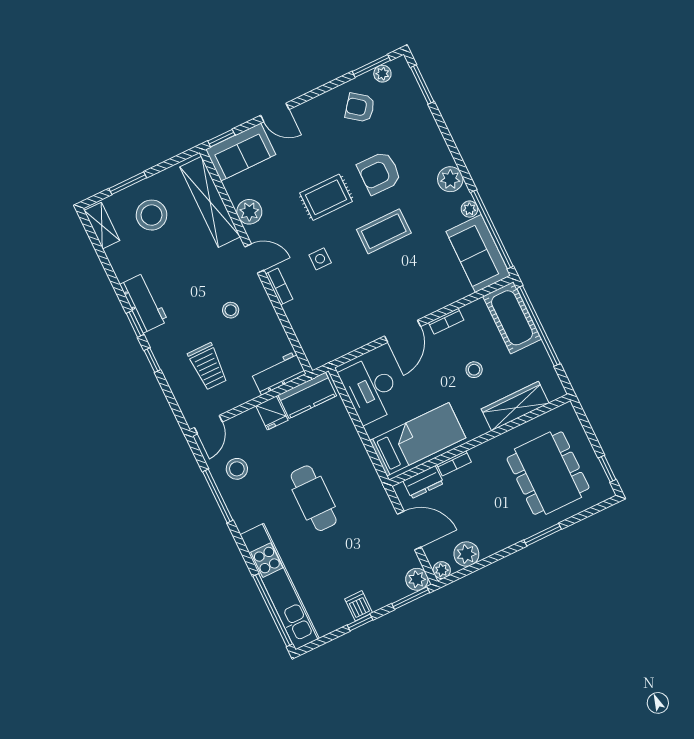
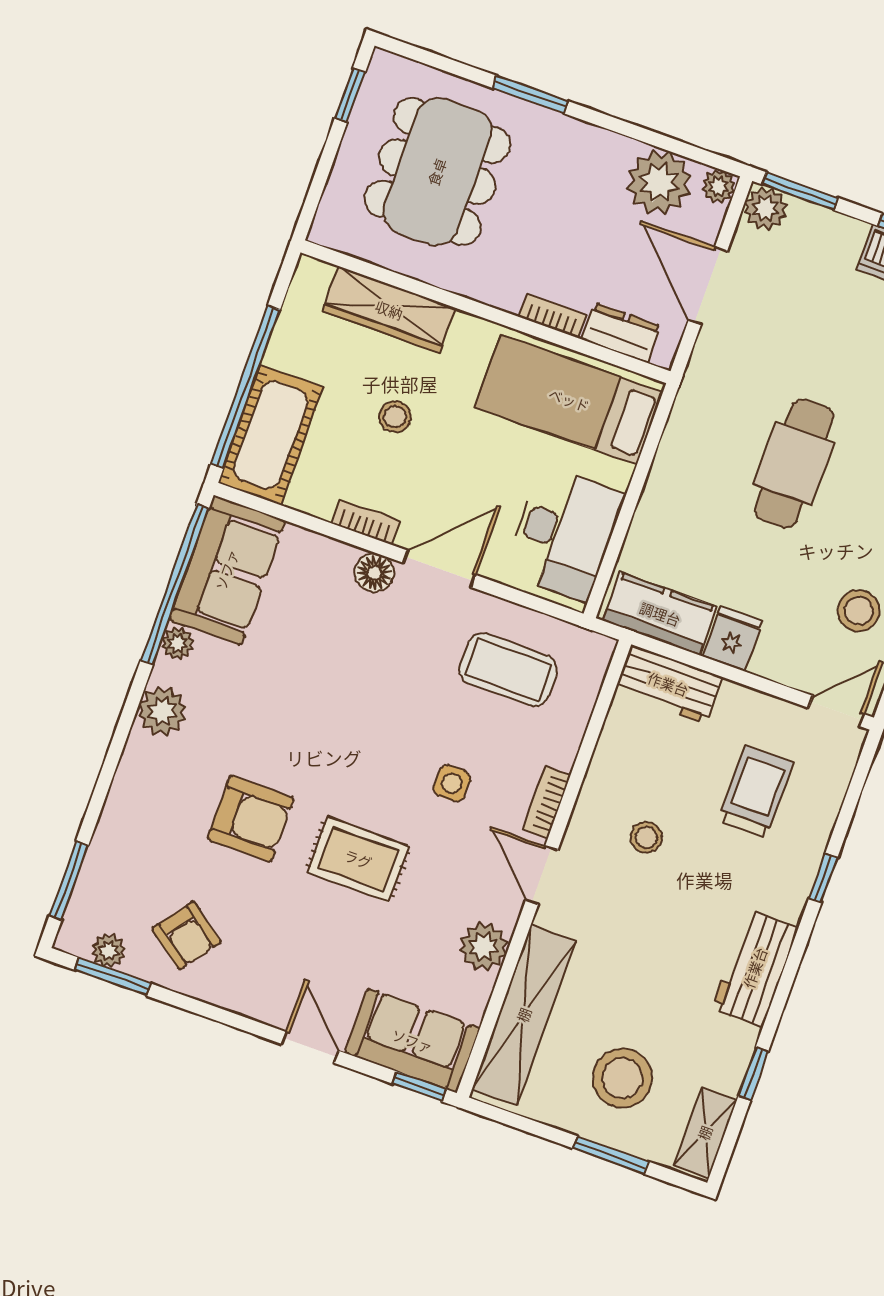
coffee table: (384, 231) -> (508, 670), moved
floor lamp: (425, 306) -> (374, 573), added
window: (135, 324) -> (753, 1074), moved
plant: (466, 554) -> (659, 182), width x1.36, depth x1.36

